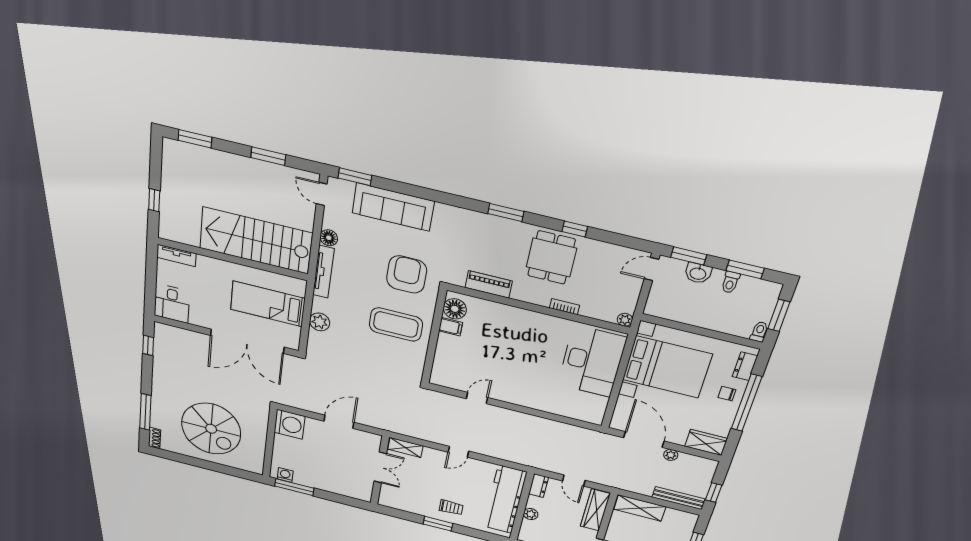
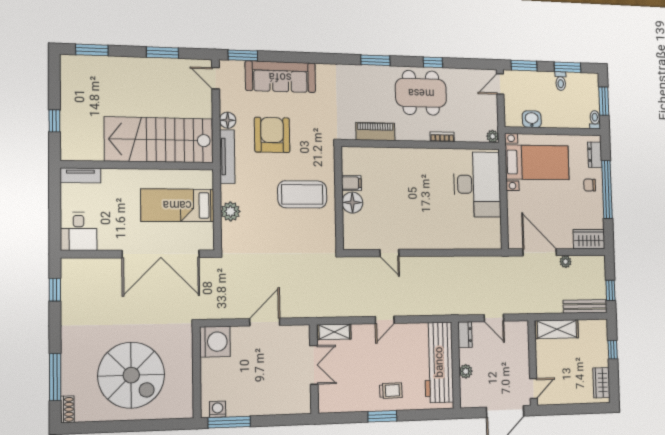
dining table: (551, 257) -> (421, 93), width x1.38
washbasin: (698, 273) -> (532, 119), moved, turned 180
armchair: (407, 274) -> (272, 135), moved
floor lamp: (455, 309) -> (352, 203), moved
bed with nightstands: (667, 367) -> (537, 162), width x0.73
door: (477, 398) -> (389, 253), swing flipped
wardrobe: (595, 510) -> (521, 345), removed

